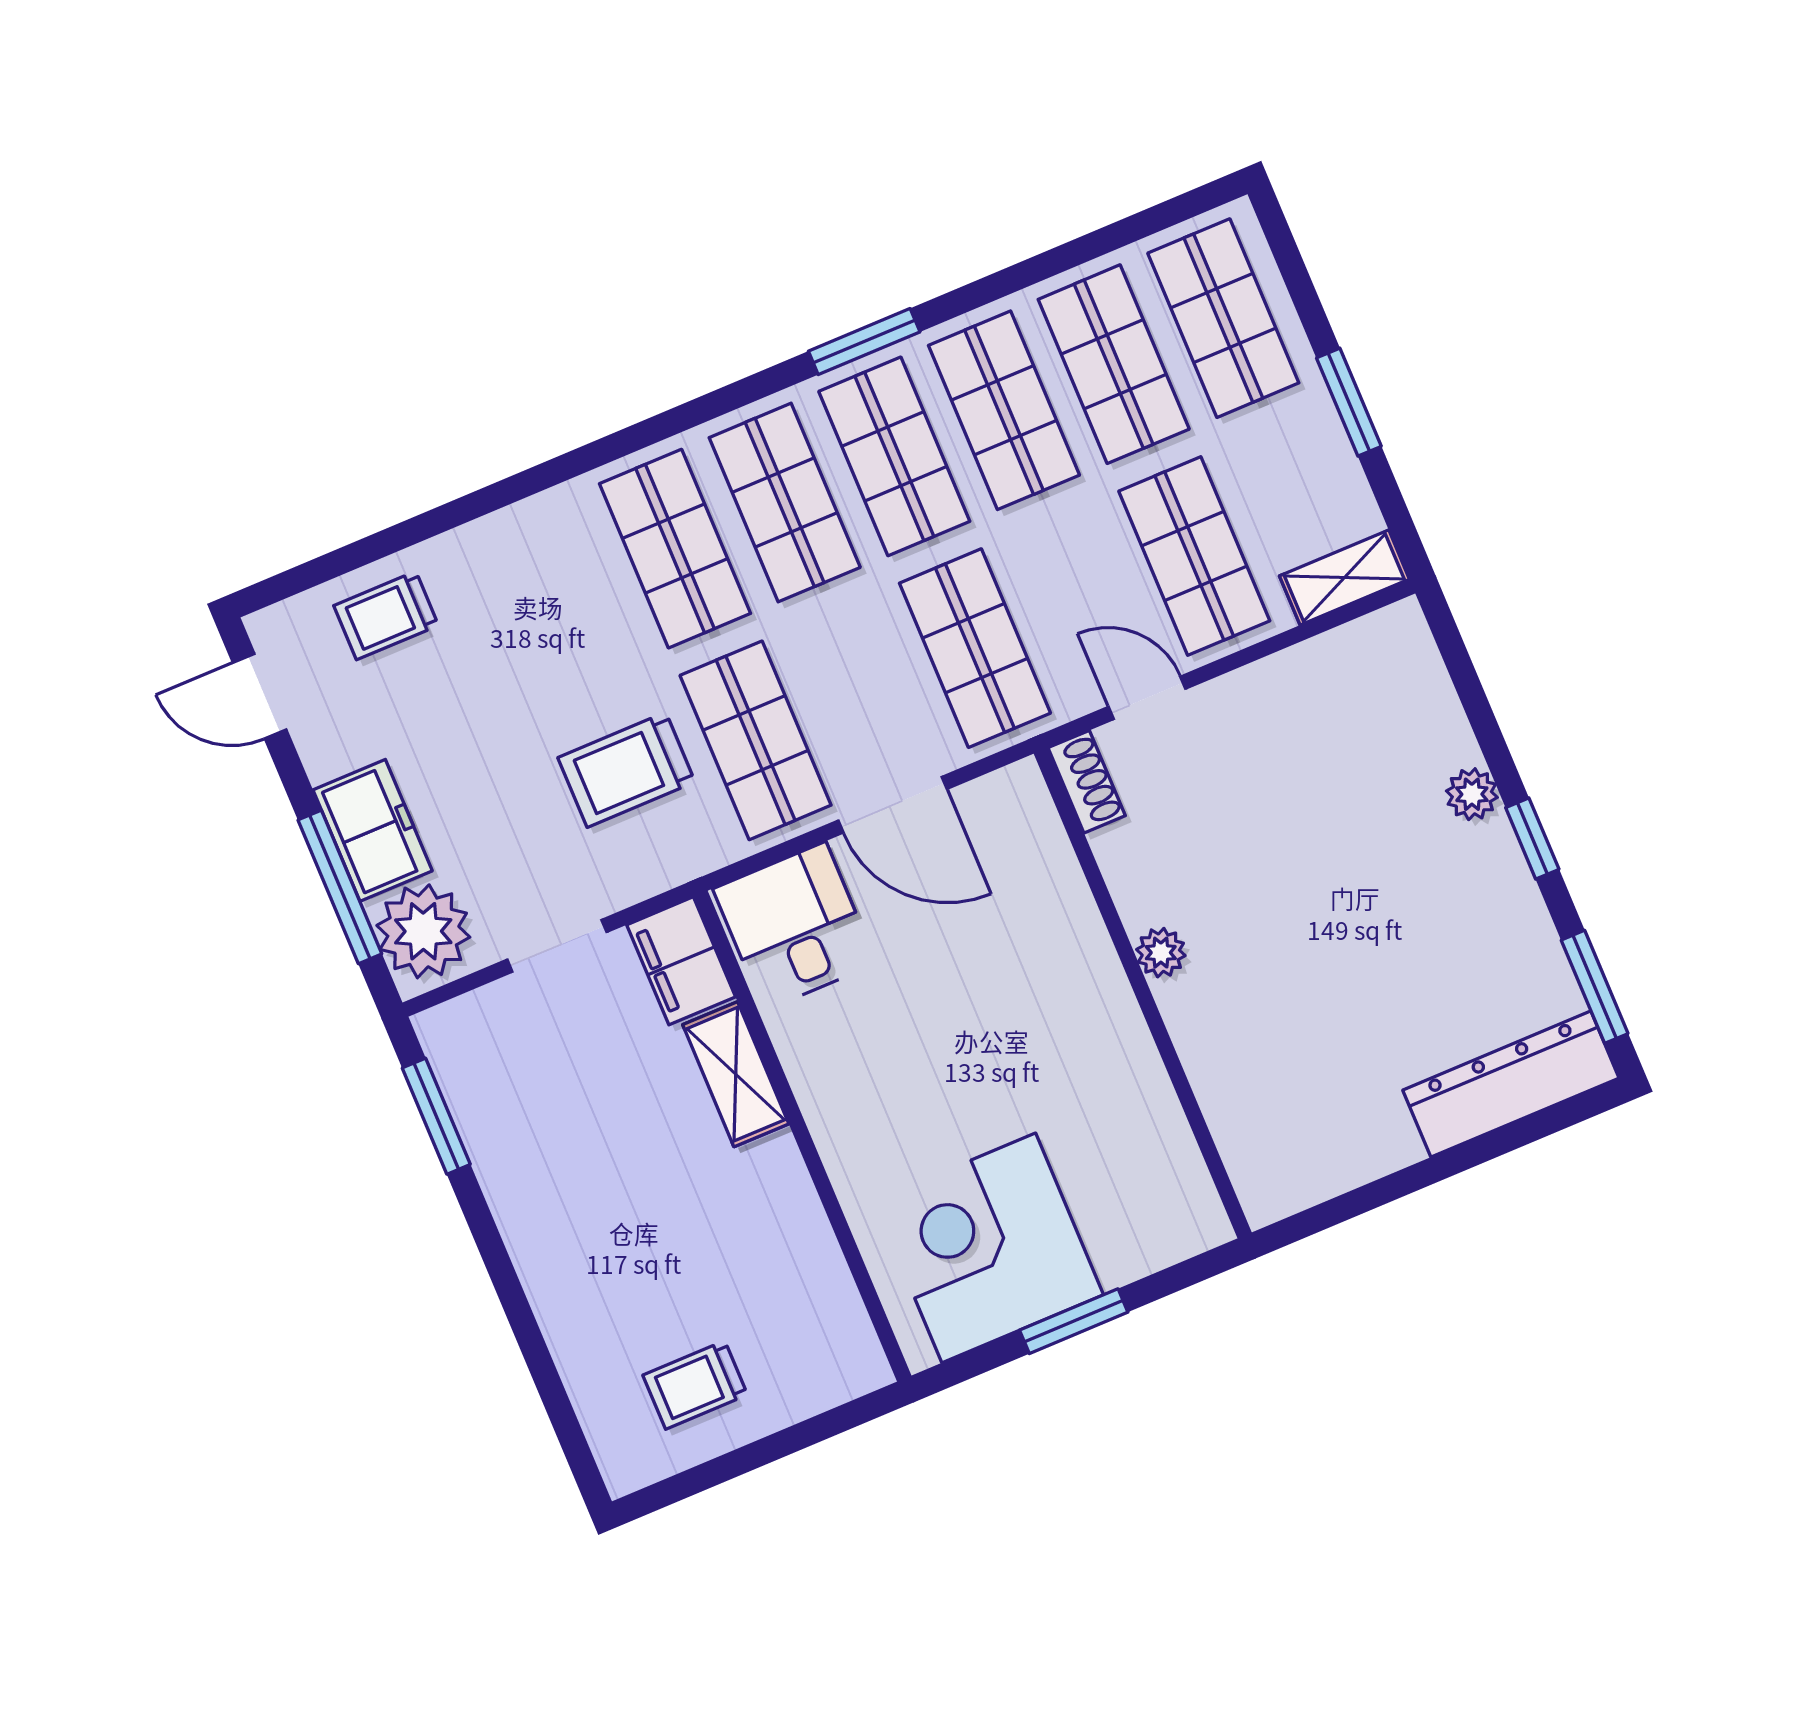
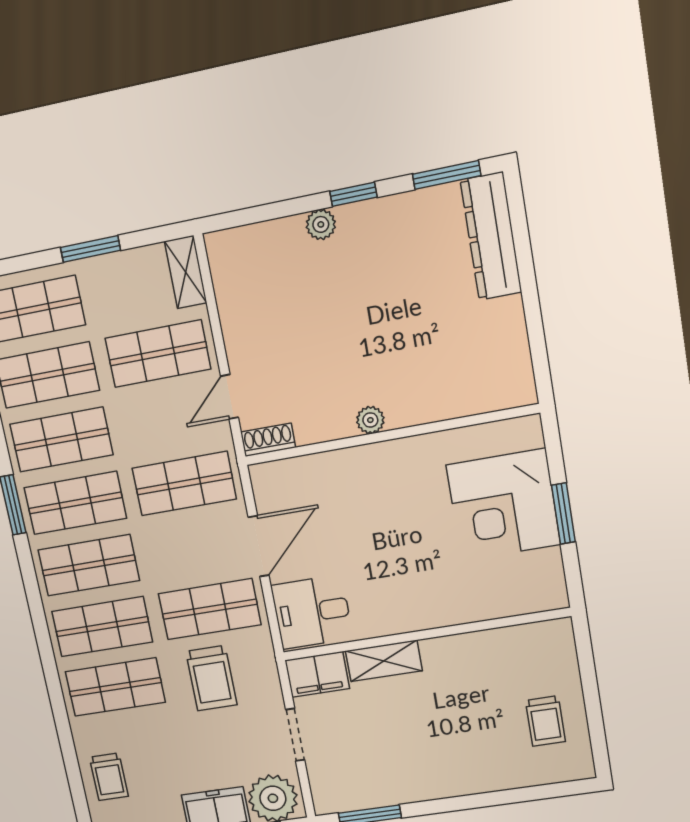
shop shelf: (565, 595) -> (115, 687), added
corner desk: (989, 1248) -> (503, 505), moved

